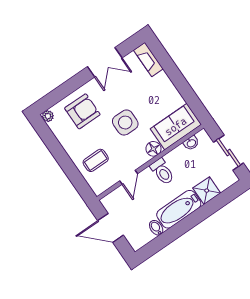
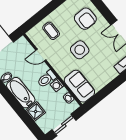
floor lamp: (153, 149) -> (62, 71), removed
washing machine: (172, 158) -> (57, 85), added

